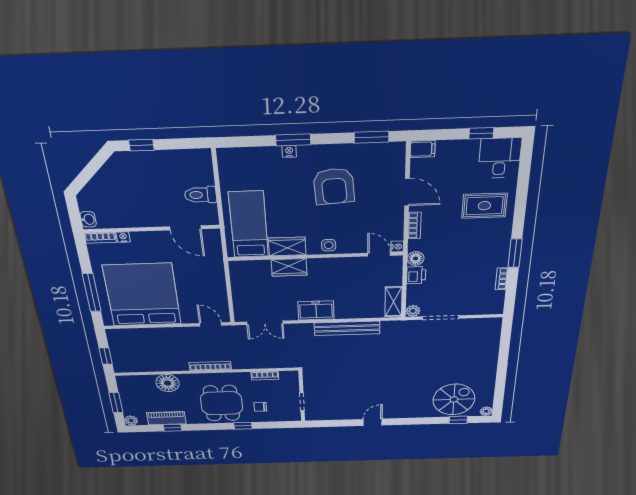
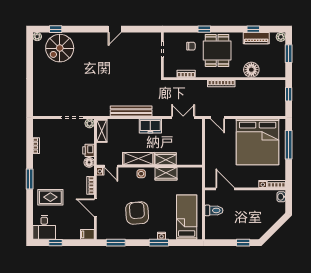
bed: (249, 225) -> (187, 217), moved, turned 180
window: (515, 253) -> (30, 179), moved
shelving: (334, 266) -> (138, 159), added

